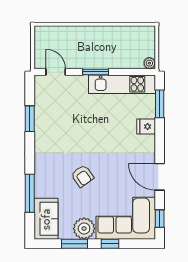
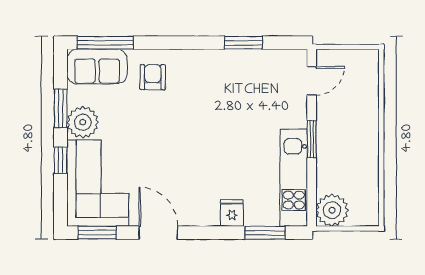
plant: (149, 63) -> (332, 210), width x1.88, depth x1.88
armchair: (82, 176) -> (153, 77), moved, turned 125
door: (160, 177) -> (158, 233), hinge flipped
window: (30, 193) -> (105, 43), moved
window: (160, 219) -> (97, 233), width x1.50

